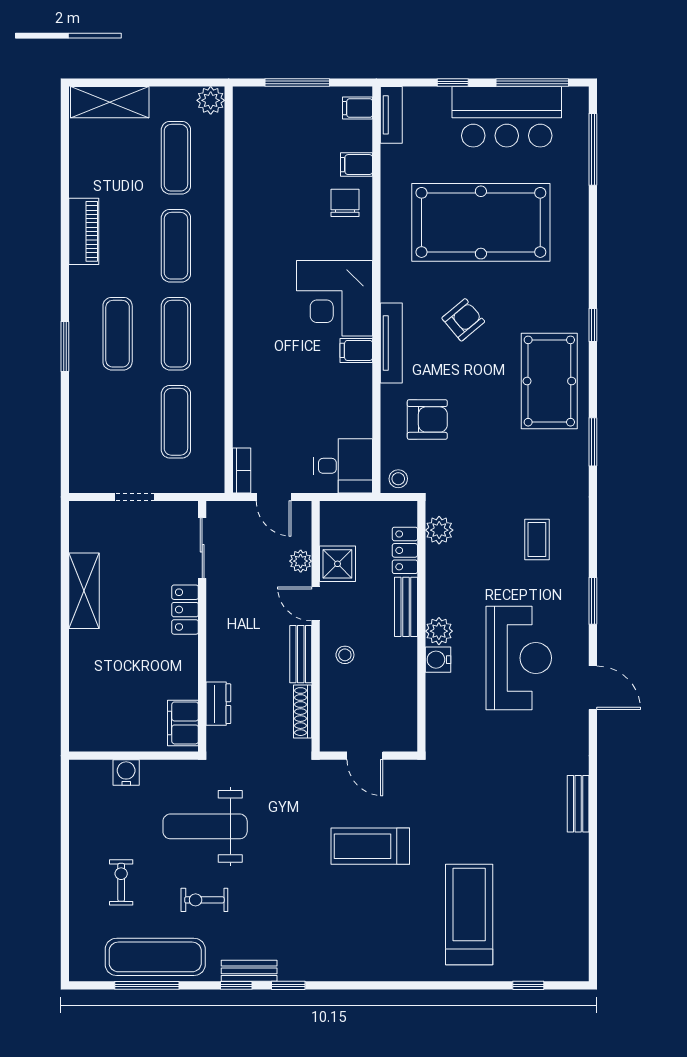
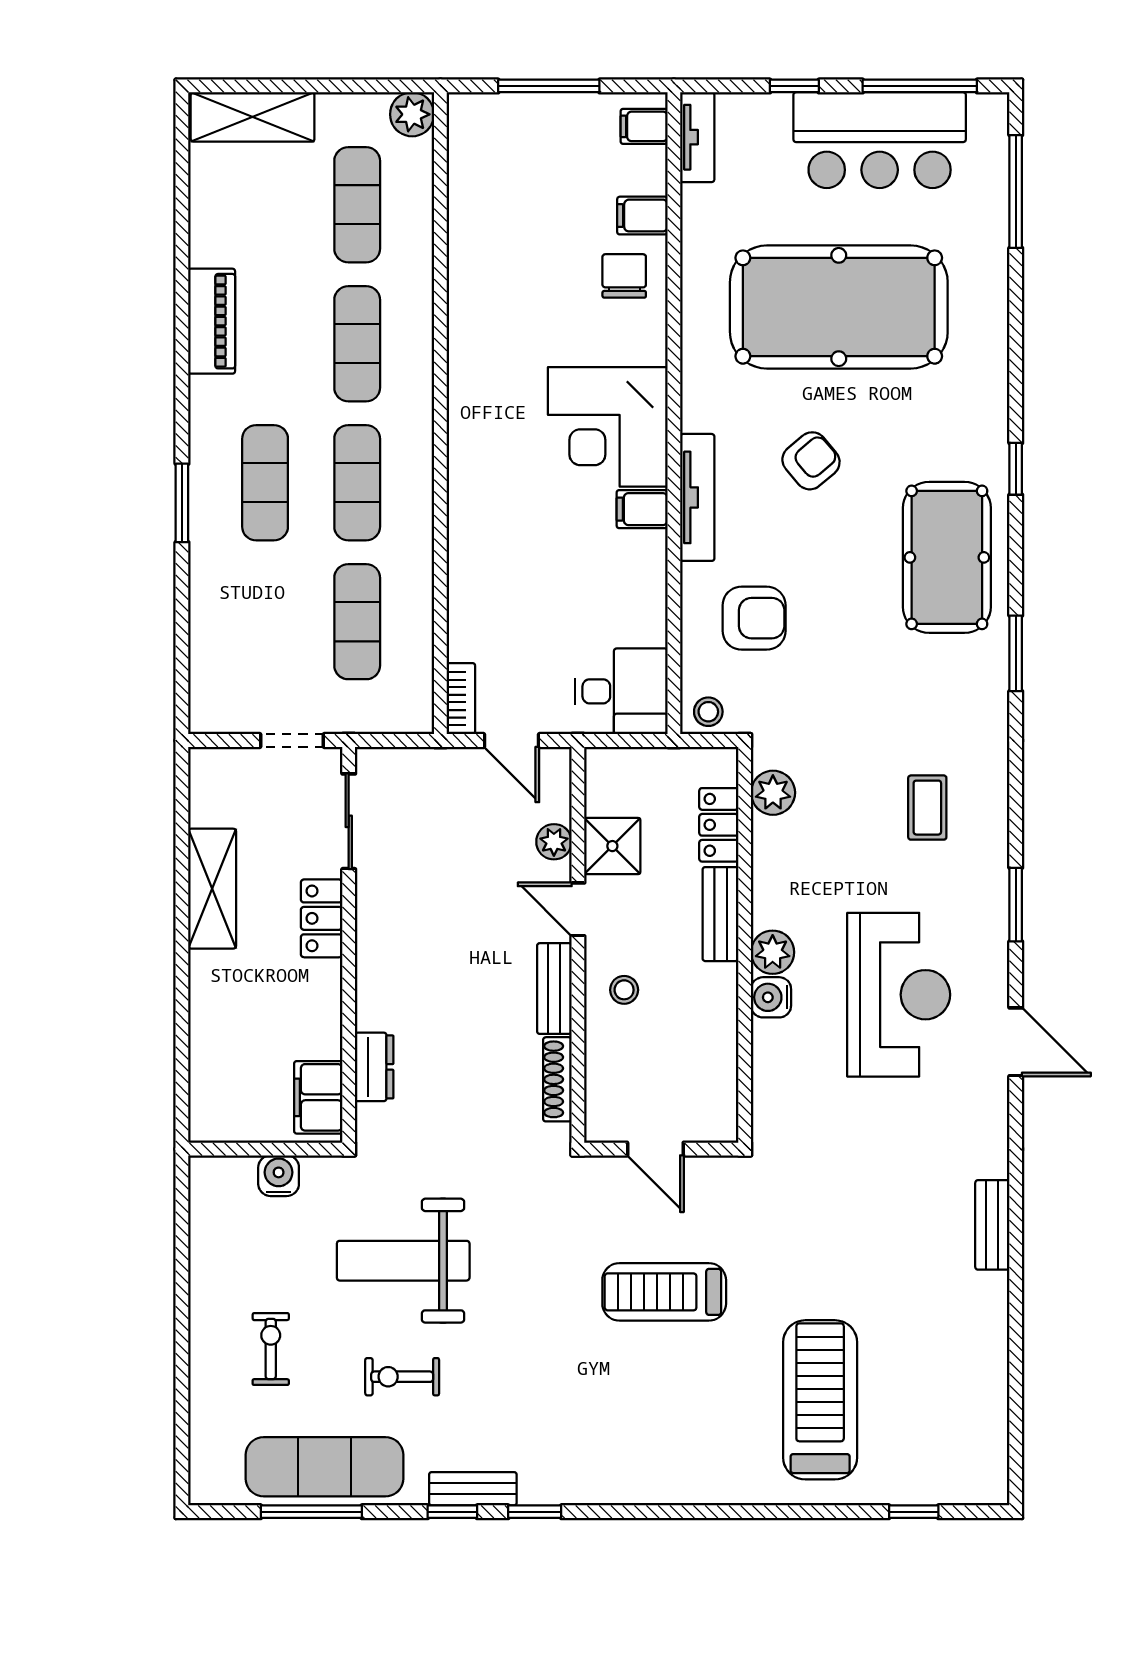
sliding door: (202, 548) -> (349, 821), moved
locker: (185, 610) -> (322, 918), moved
wall: (202, 626) -> (349, 945), moved
dresser: (218, 704) -> (374, 1067), moved
filing cabinet: (183, 723) -> (318, 1097), moved

